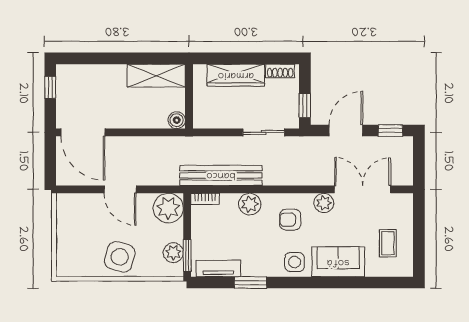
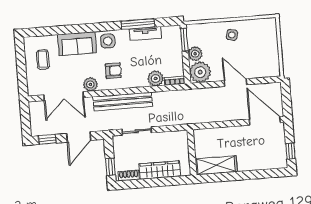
window: (305, 105) -> (110, 167), moved
boiler: (177, 120) -> (199, 135), removed
bench: (221, 175) -> (123, 102), moved
plant: (250, 204) -> (156, 78), moved
plant: (173, 253) -> (195, 54), moved
side table: (120, 257) -> (232, 35), width x0.54, depth x0.54
tv unit: (218, 268) -> (145, 34), moved
window: (250, 283) -> (138, 24), width x1.44

